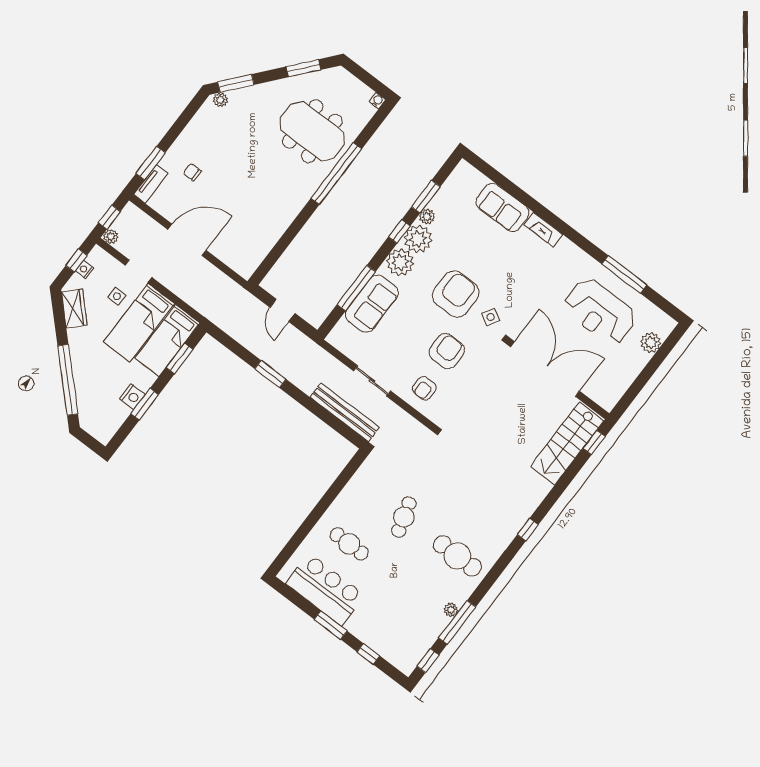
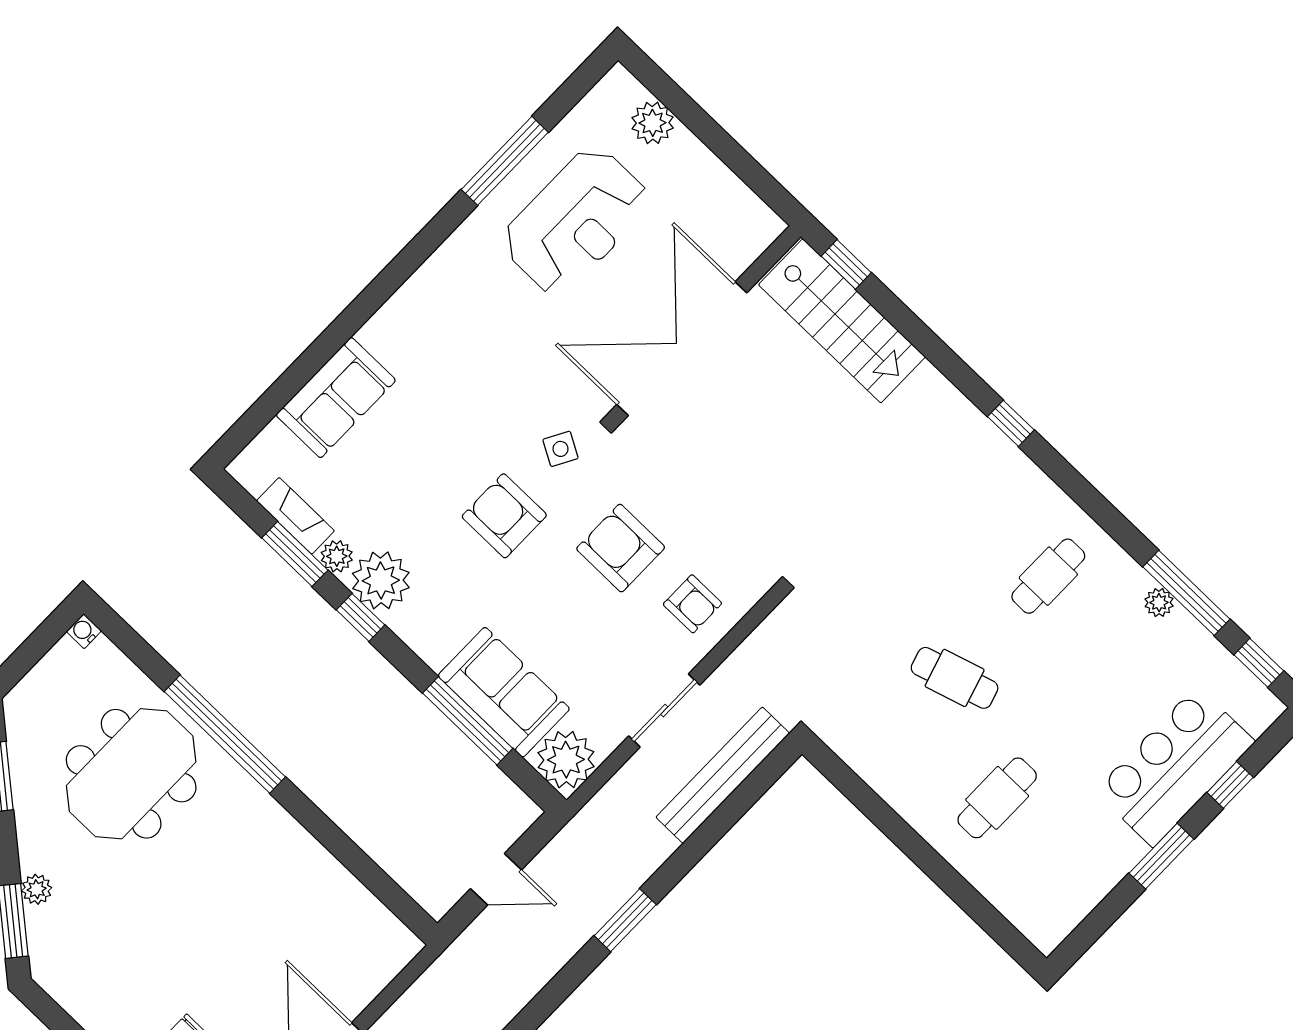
plant: (220, 100) -> (37, 889), moved
fireplace: (543, 230) -> (295, 516), moved, turned -90
plant: (400, 262) -> (566, 760), moved
armchair: (456, 294) -> (504, 516), width x0.73, depth x0.73
cafe table: (457, 556) -> (1048, 576), width x0.73, depth x0.74
bar counter: (325, 589) -> (1175, 766), moved

